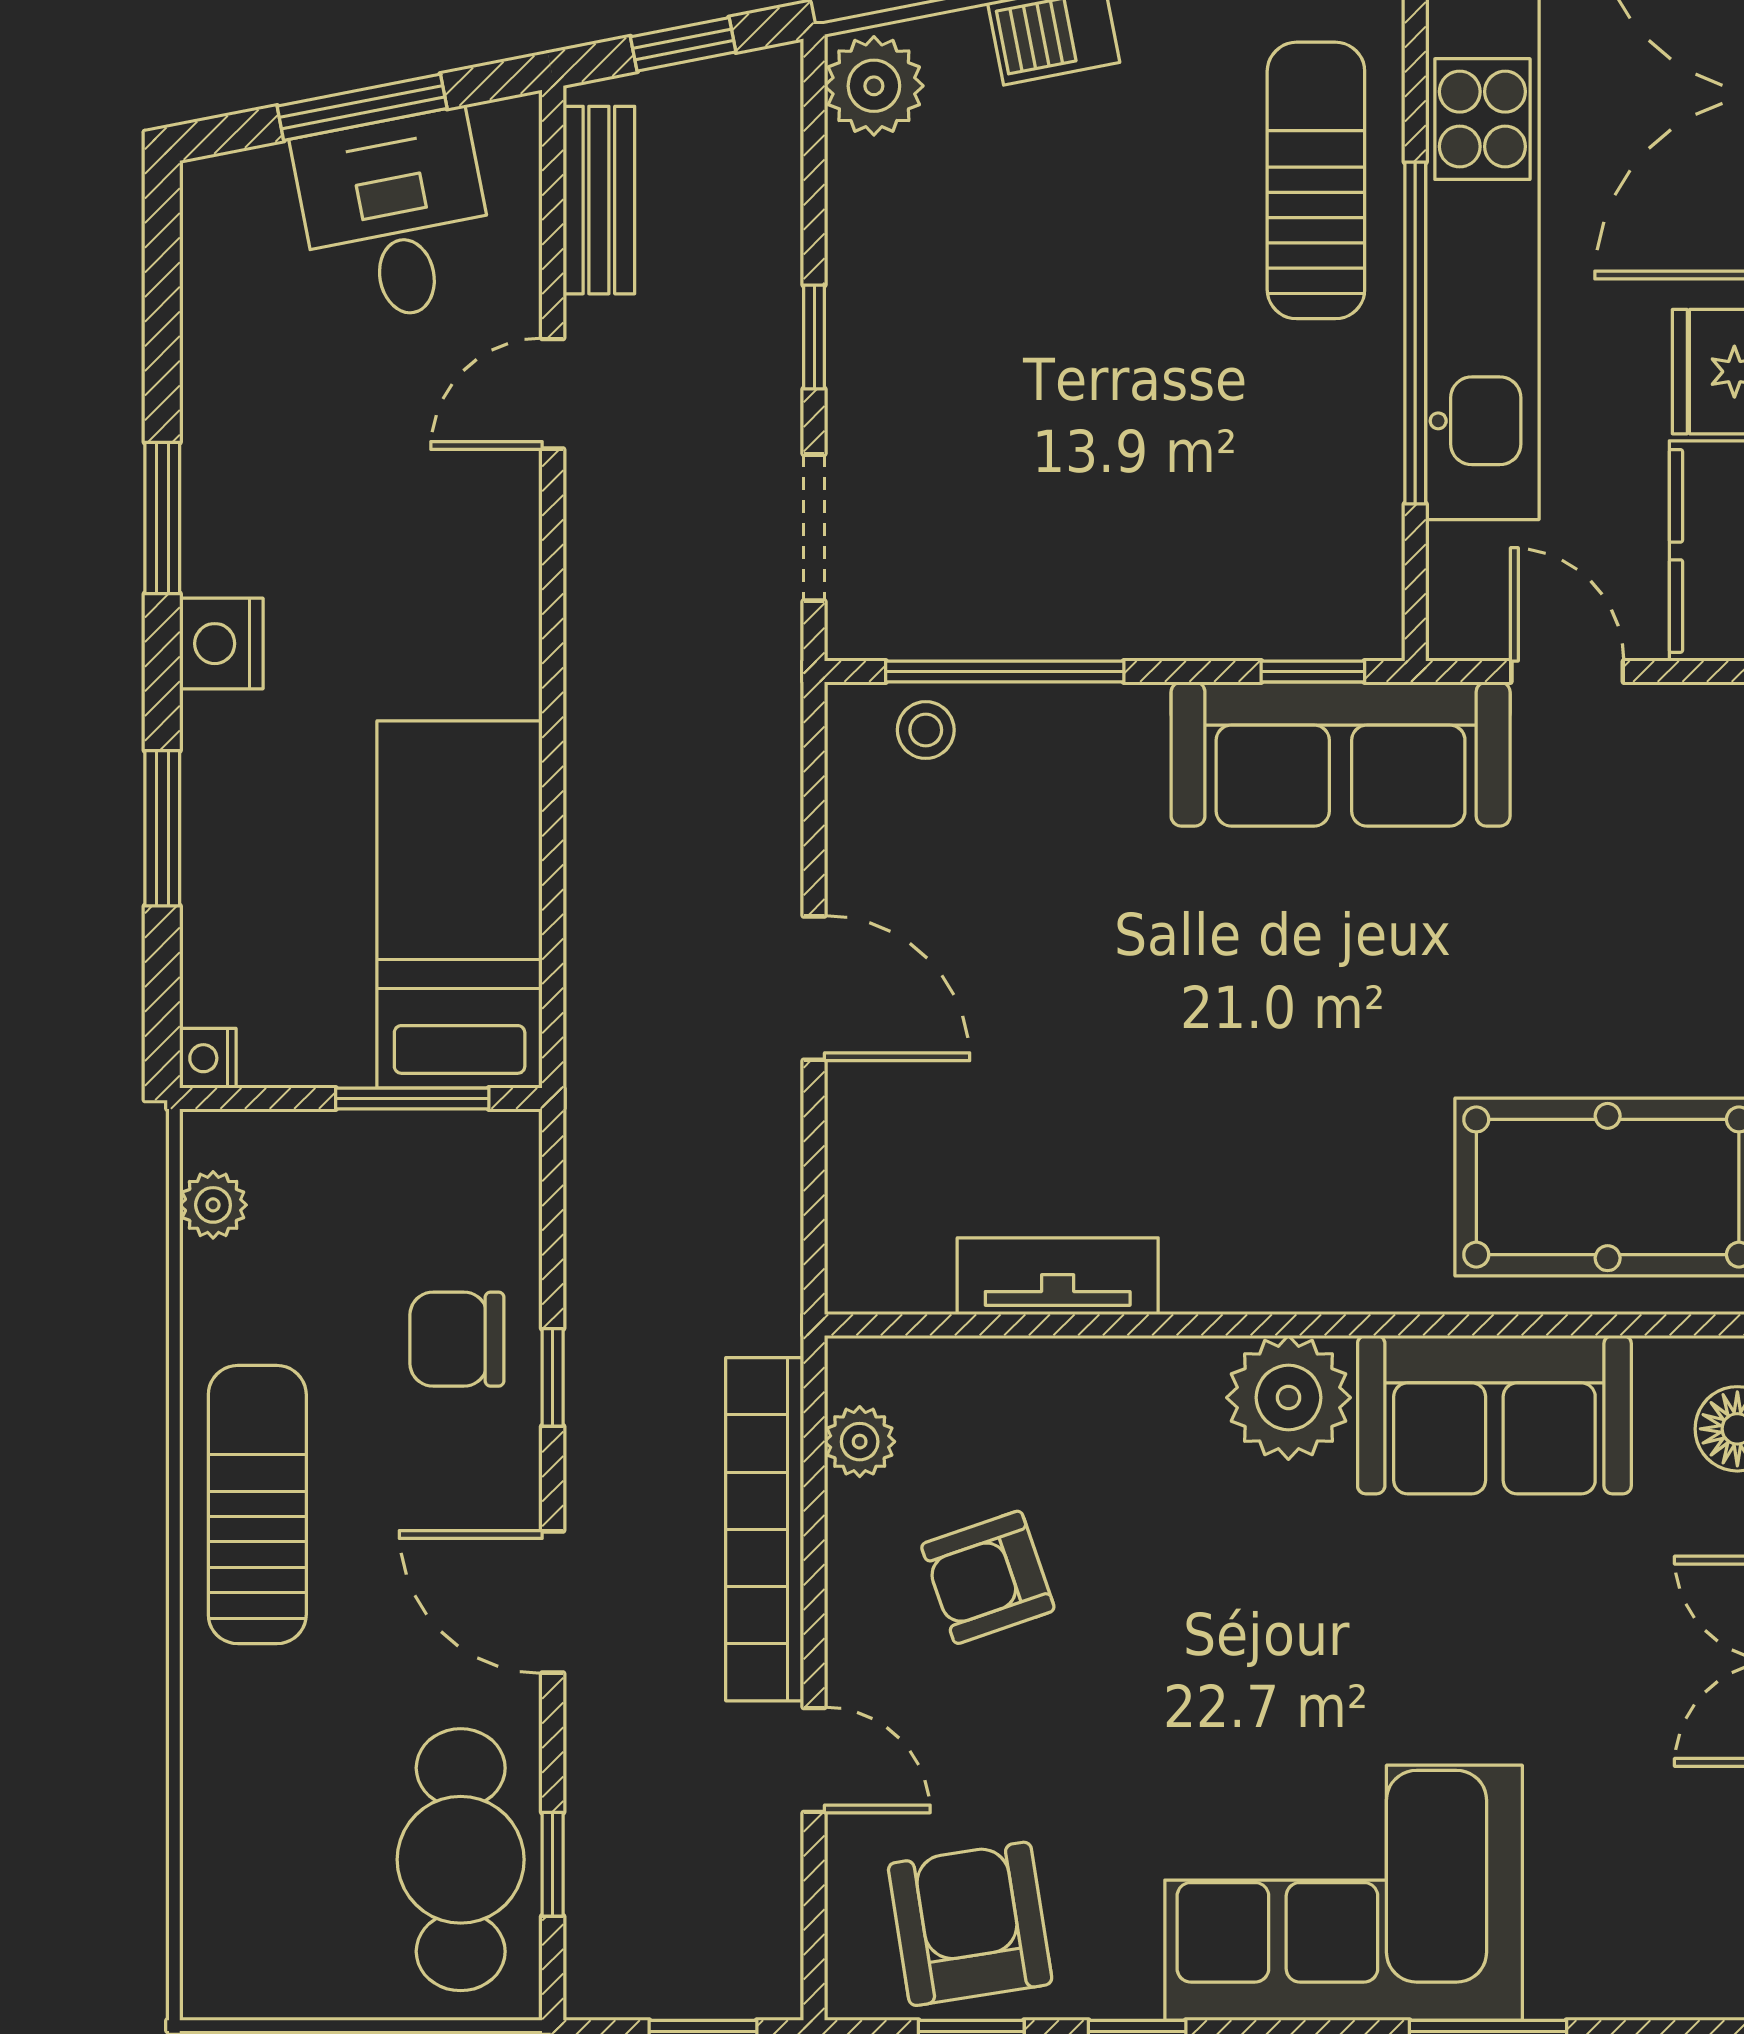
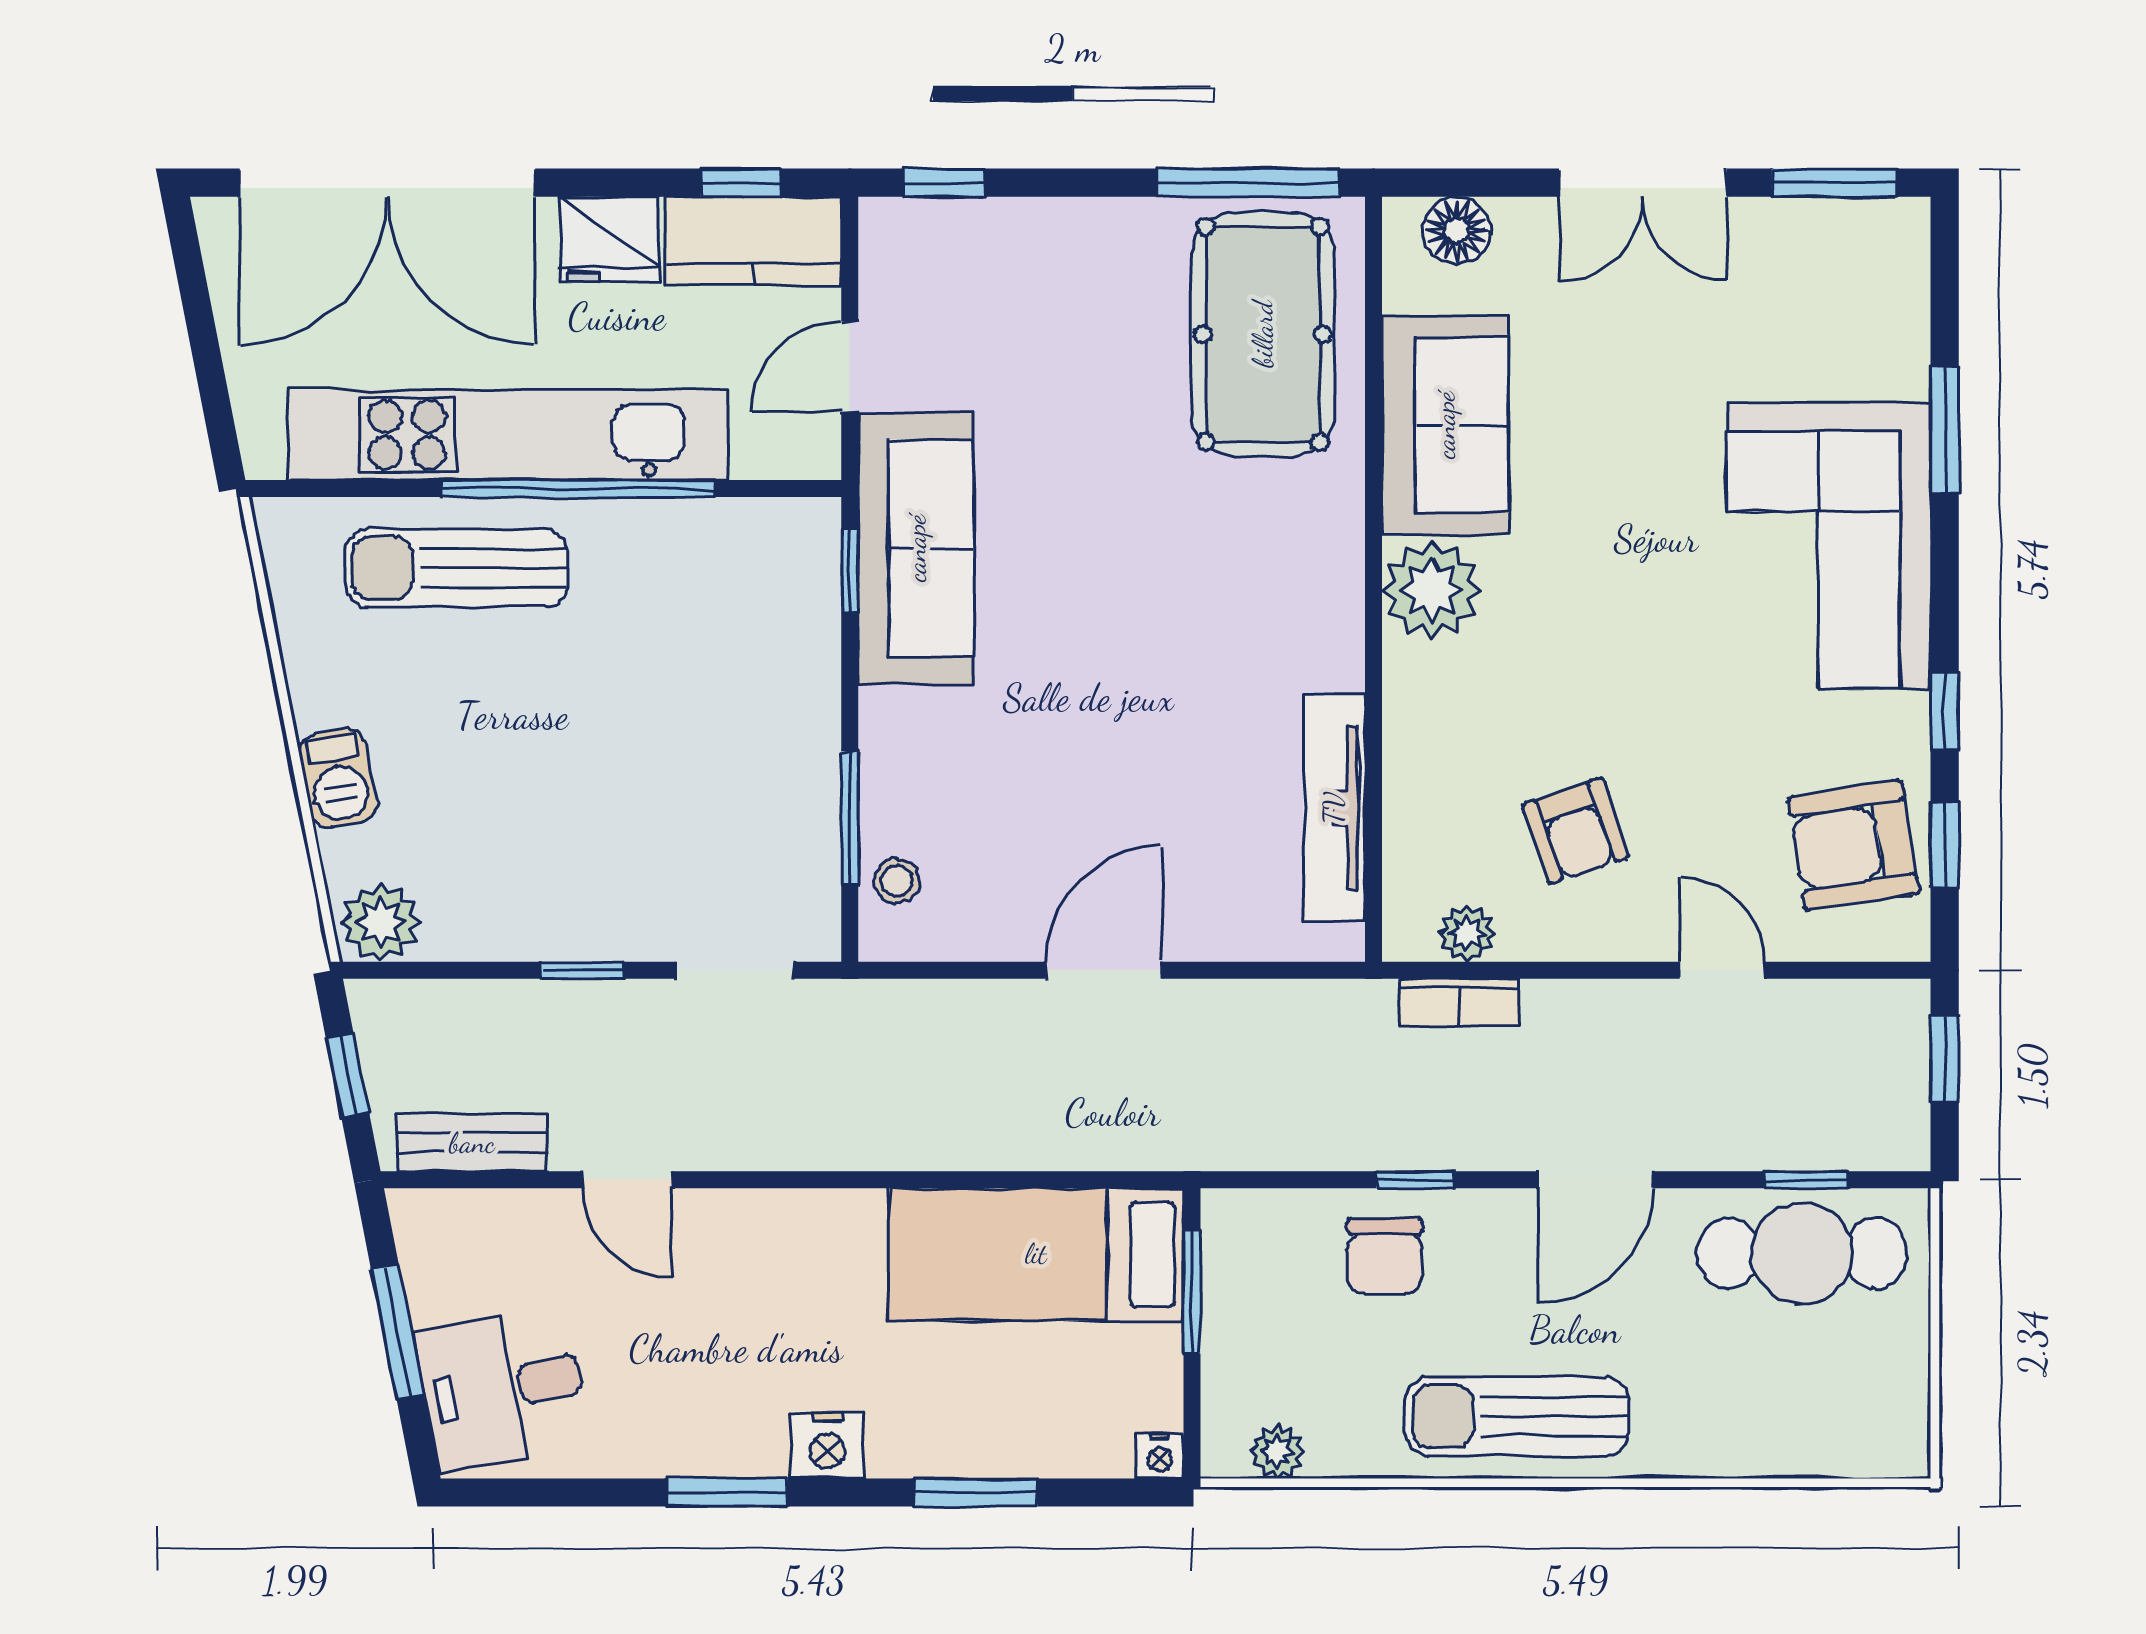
desk: (395, 217) -> (502, 1388), moved
window: (1005, 672) -> (850, 817), width x0.69
tv unit: (1058, 1276) -> (1334, 808), width x1.41
bookcase: (765, 1529) -> (1459, 1002), width x0.43, depth x0.76
door: (814, 1760) -> (1722, 970), hinge flipped

